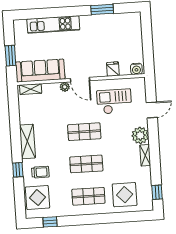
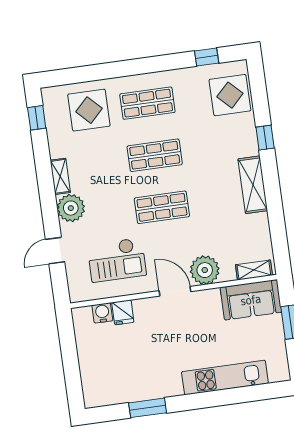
water cooler: (136, 69) -> (102, 313), moved
sofa: (40, 71) -> (251, 300), width x0.73
plant: (65, 87) -> (205, 270), width x1.87, depth x1.87
trolley: (40, 172) -> (228, 137), removed

